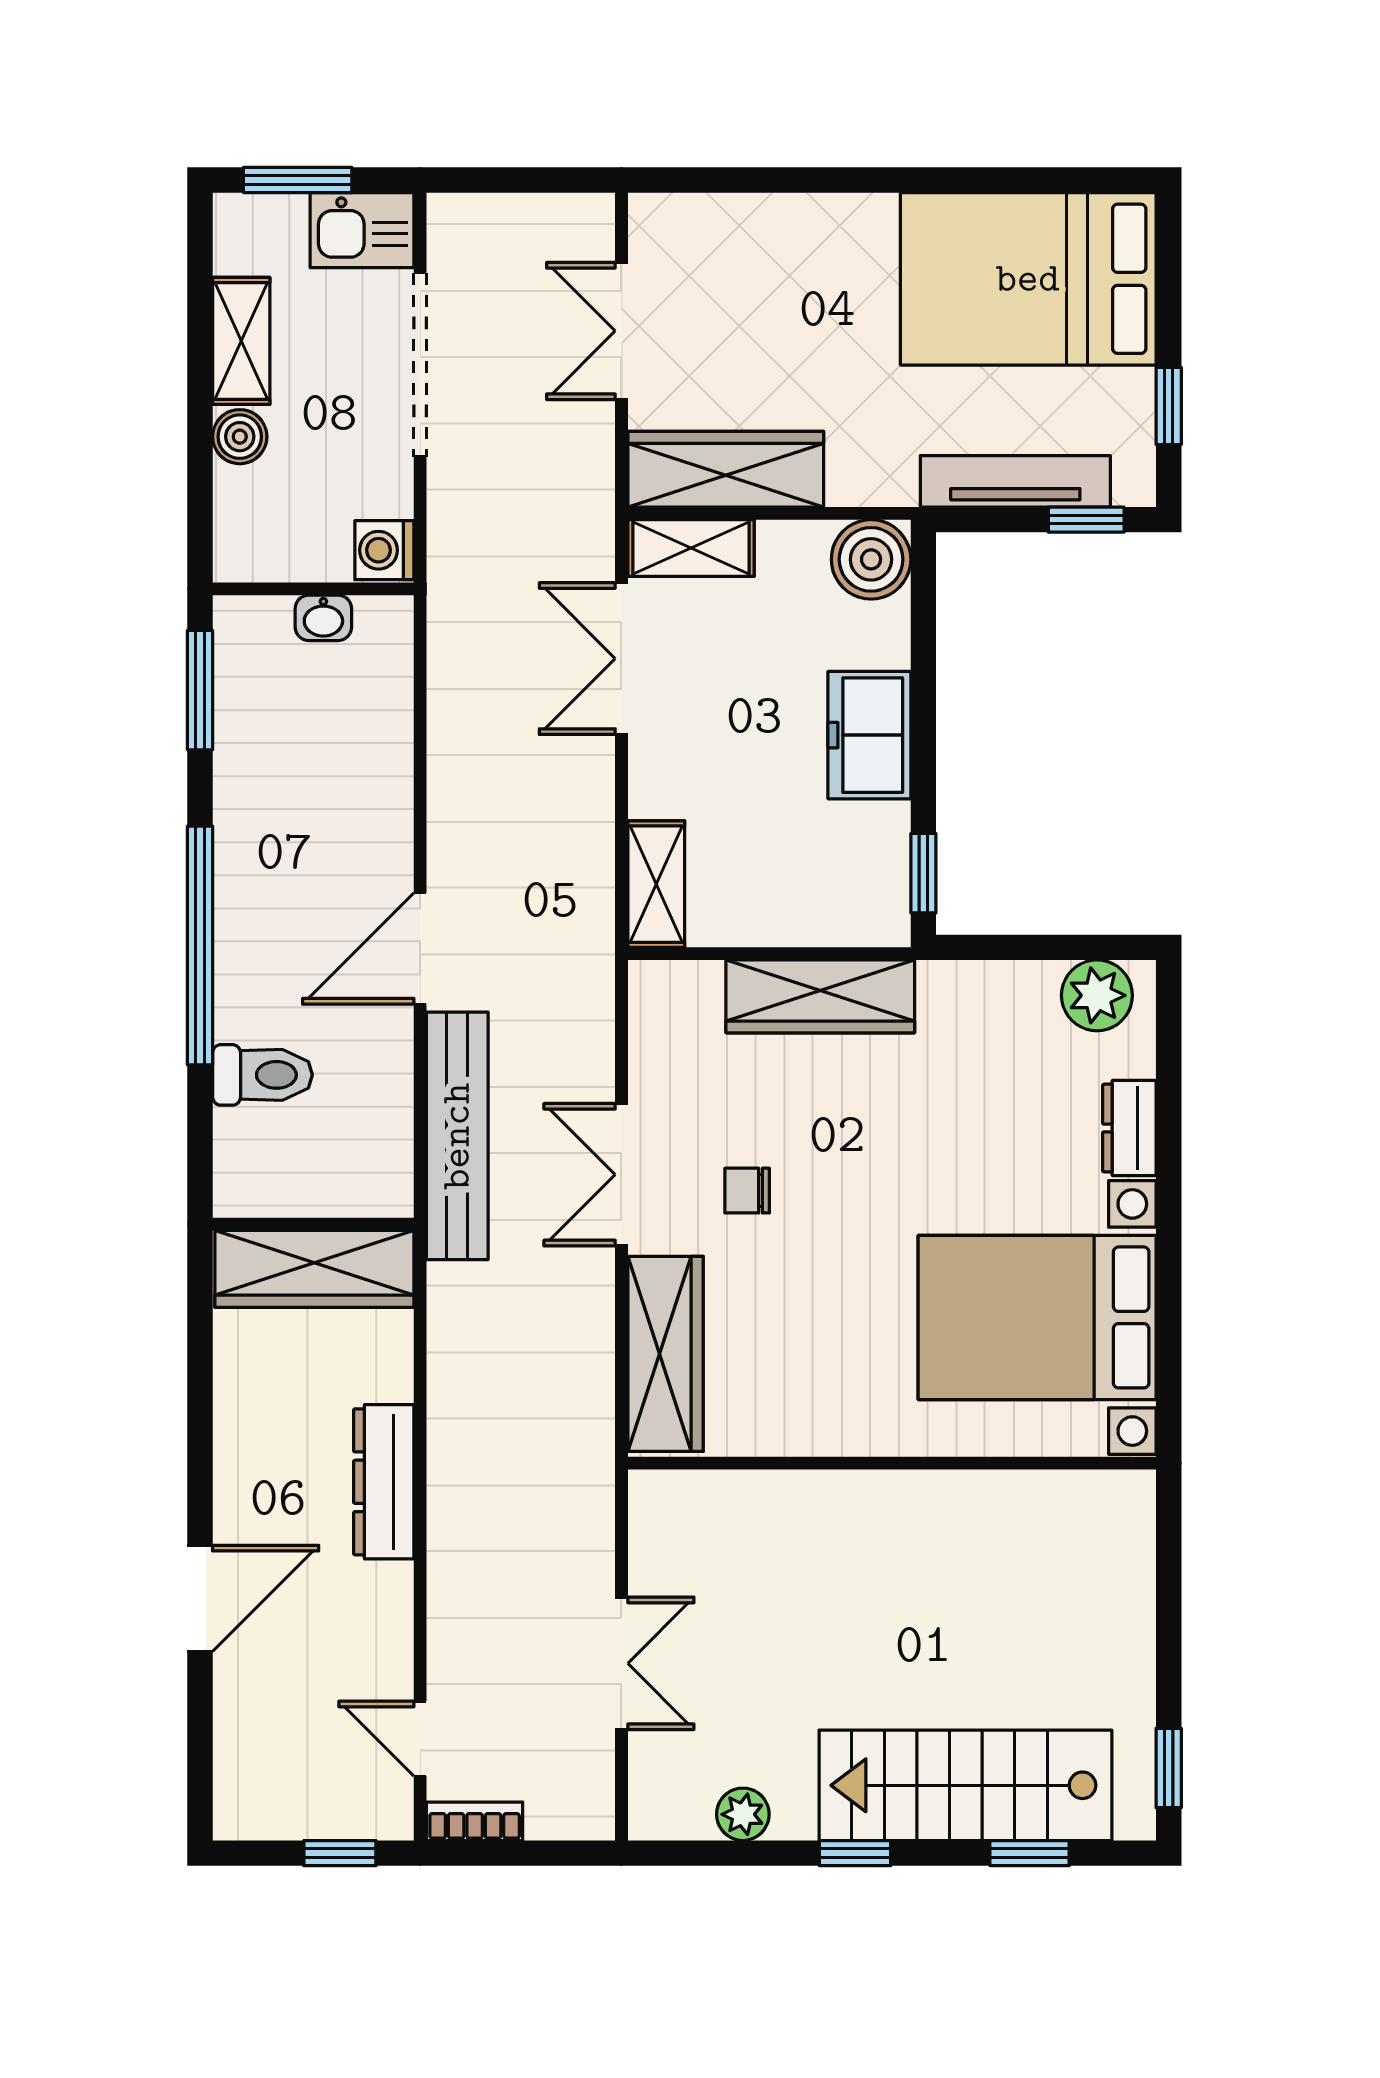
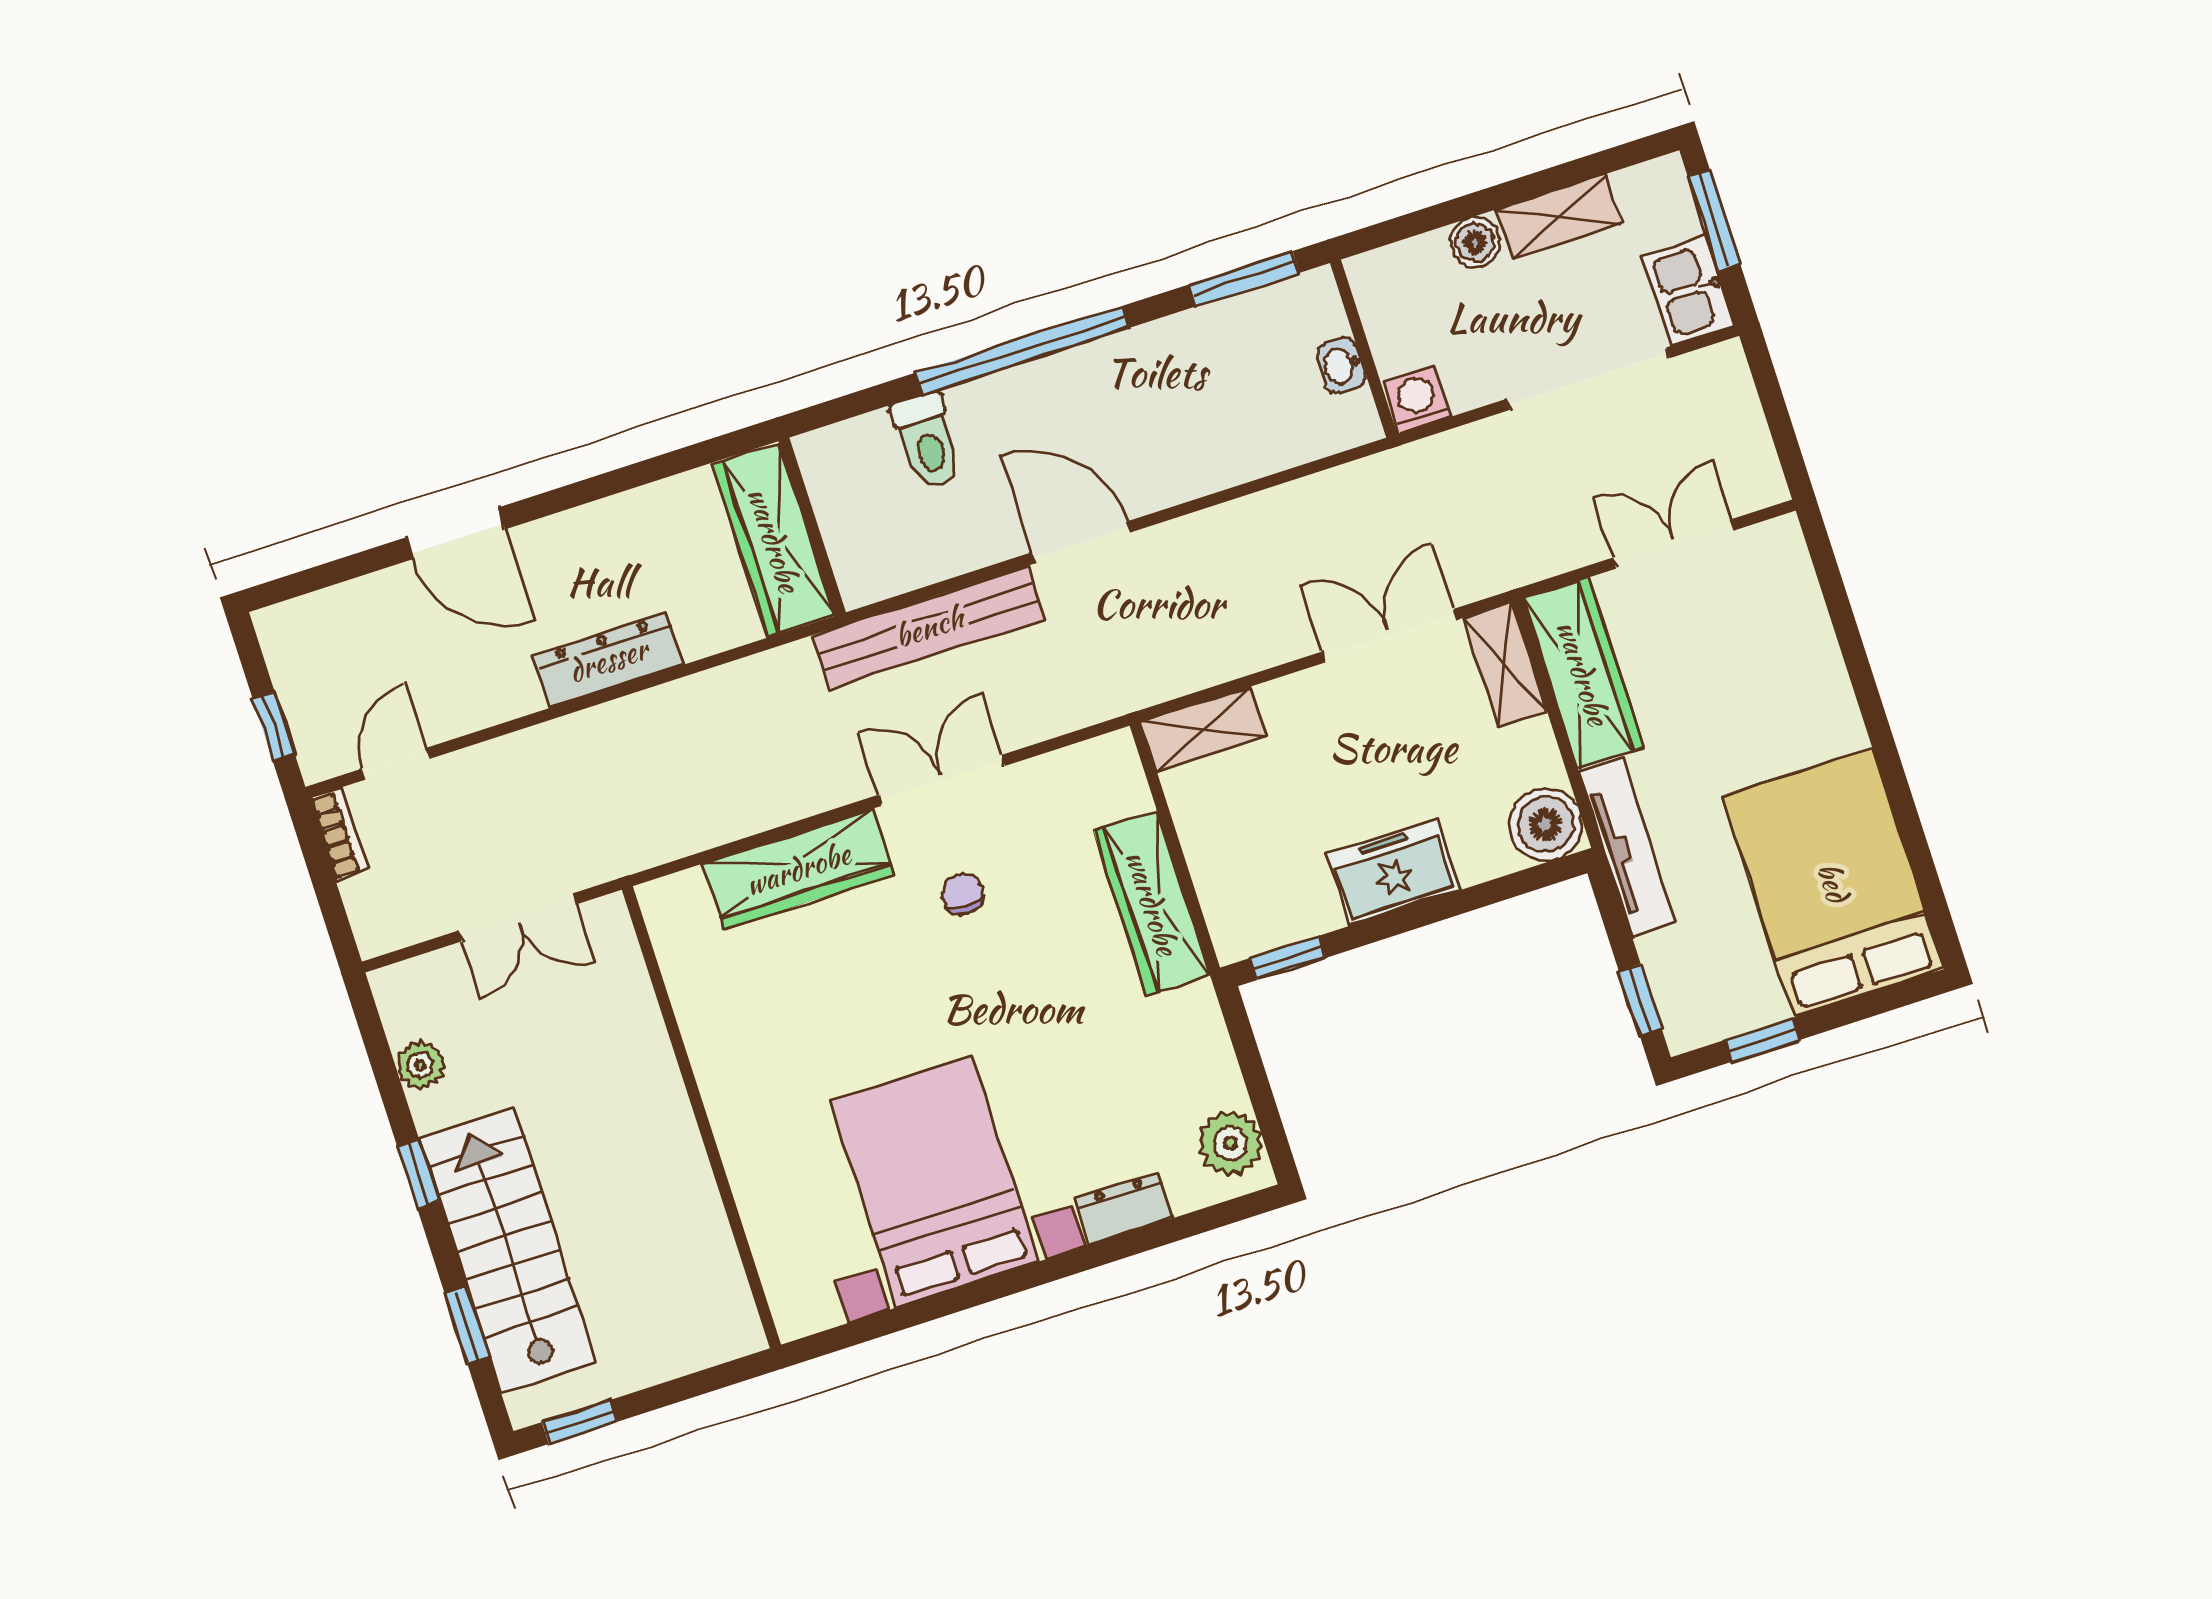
tv unit: (1015, 481) -> (1628, 848), moved
wall: (892, 1463) -> (701, 1117), moved

